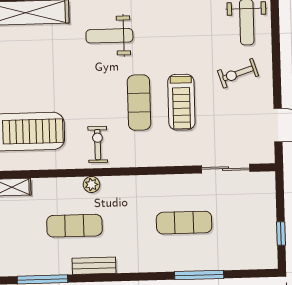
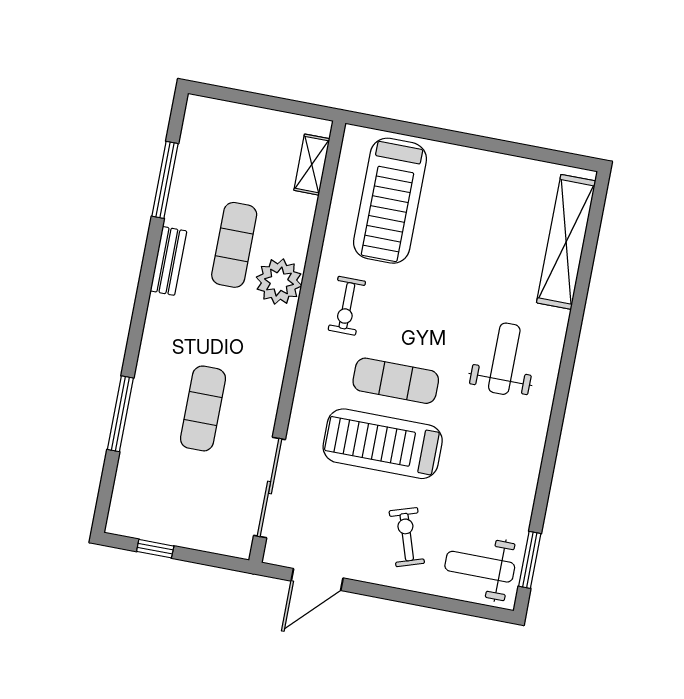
treadmill: (181, 102) -> (383, 444), width x1.37, depth x1.38
exercise bike: (98, 145) -> (347, 306), turned 90
sliding door: (226, 169) -> (270, 487), width x1.37
plant: (91, 185) -> (279, 282), width x1.87, depth x1.87

